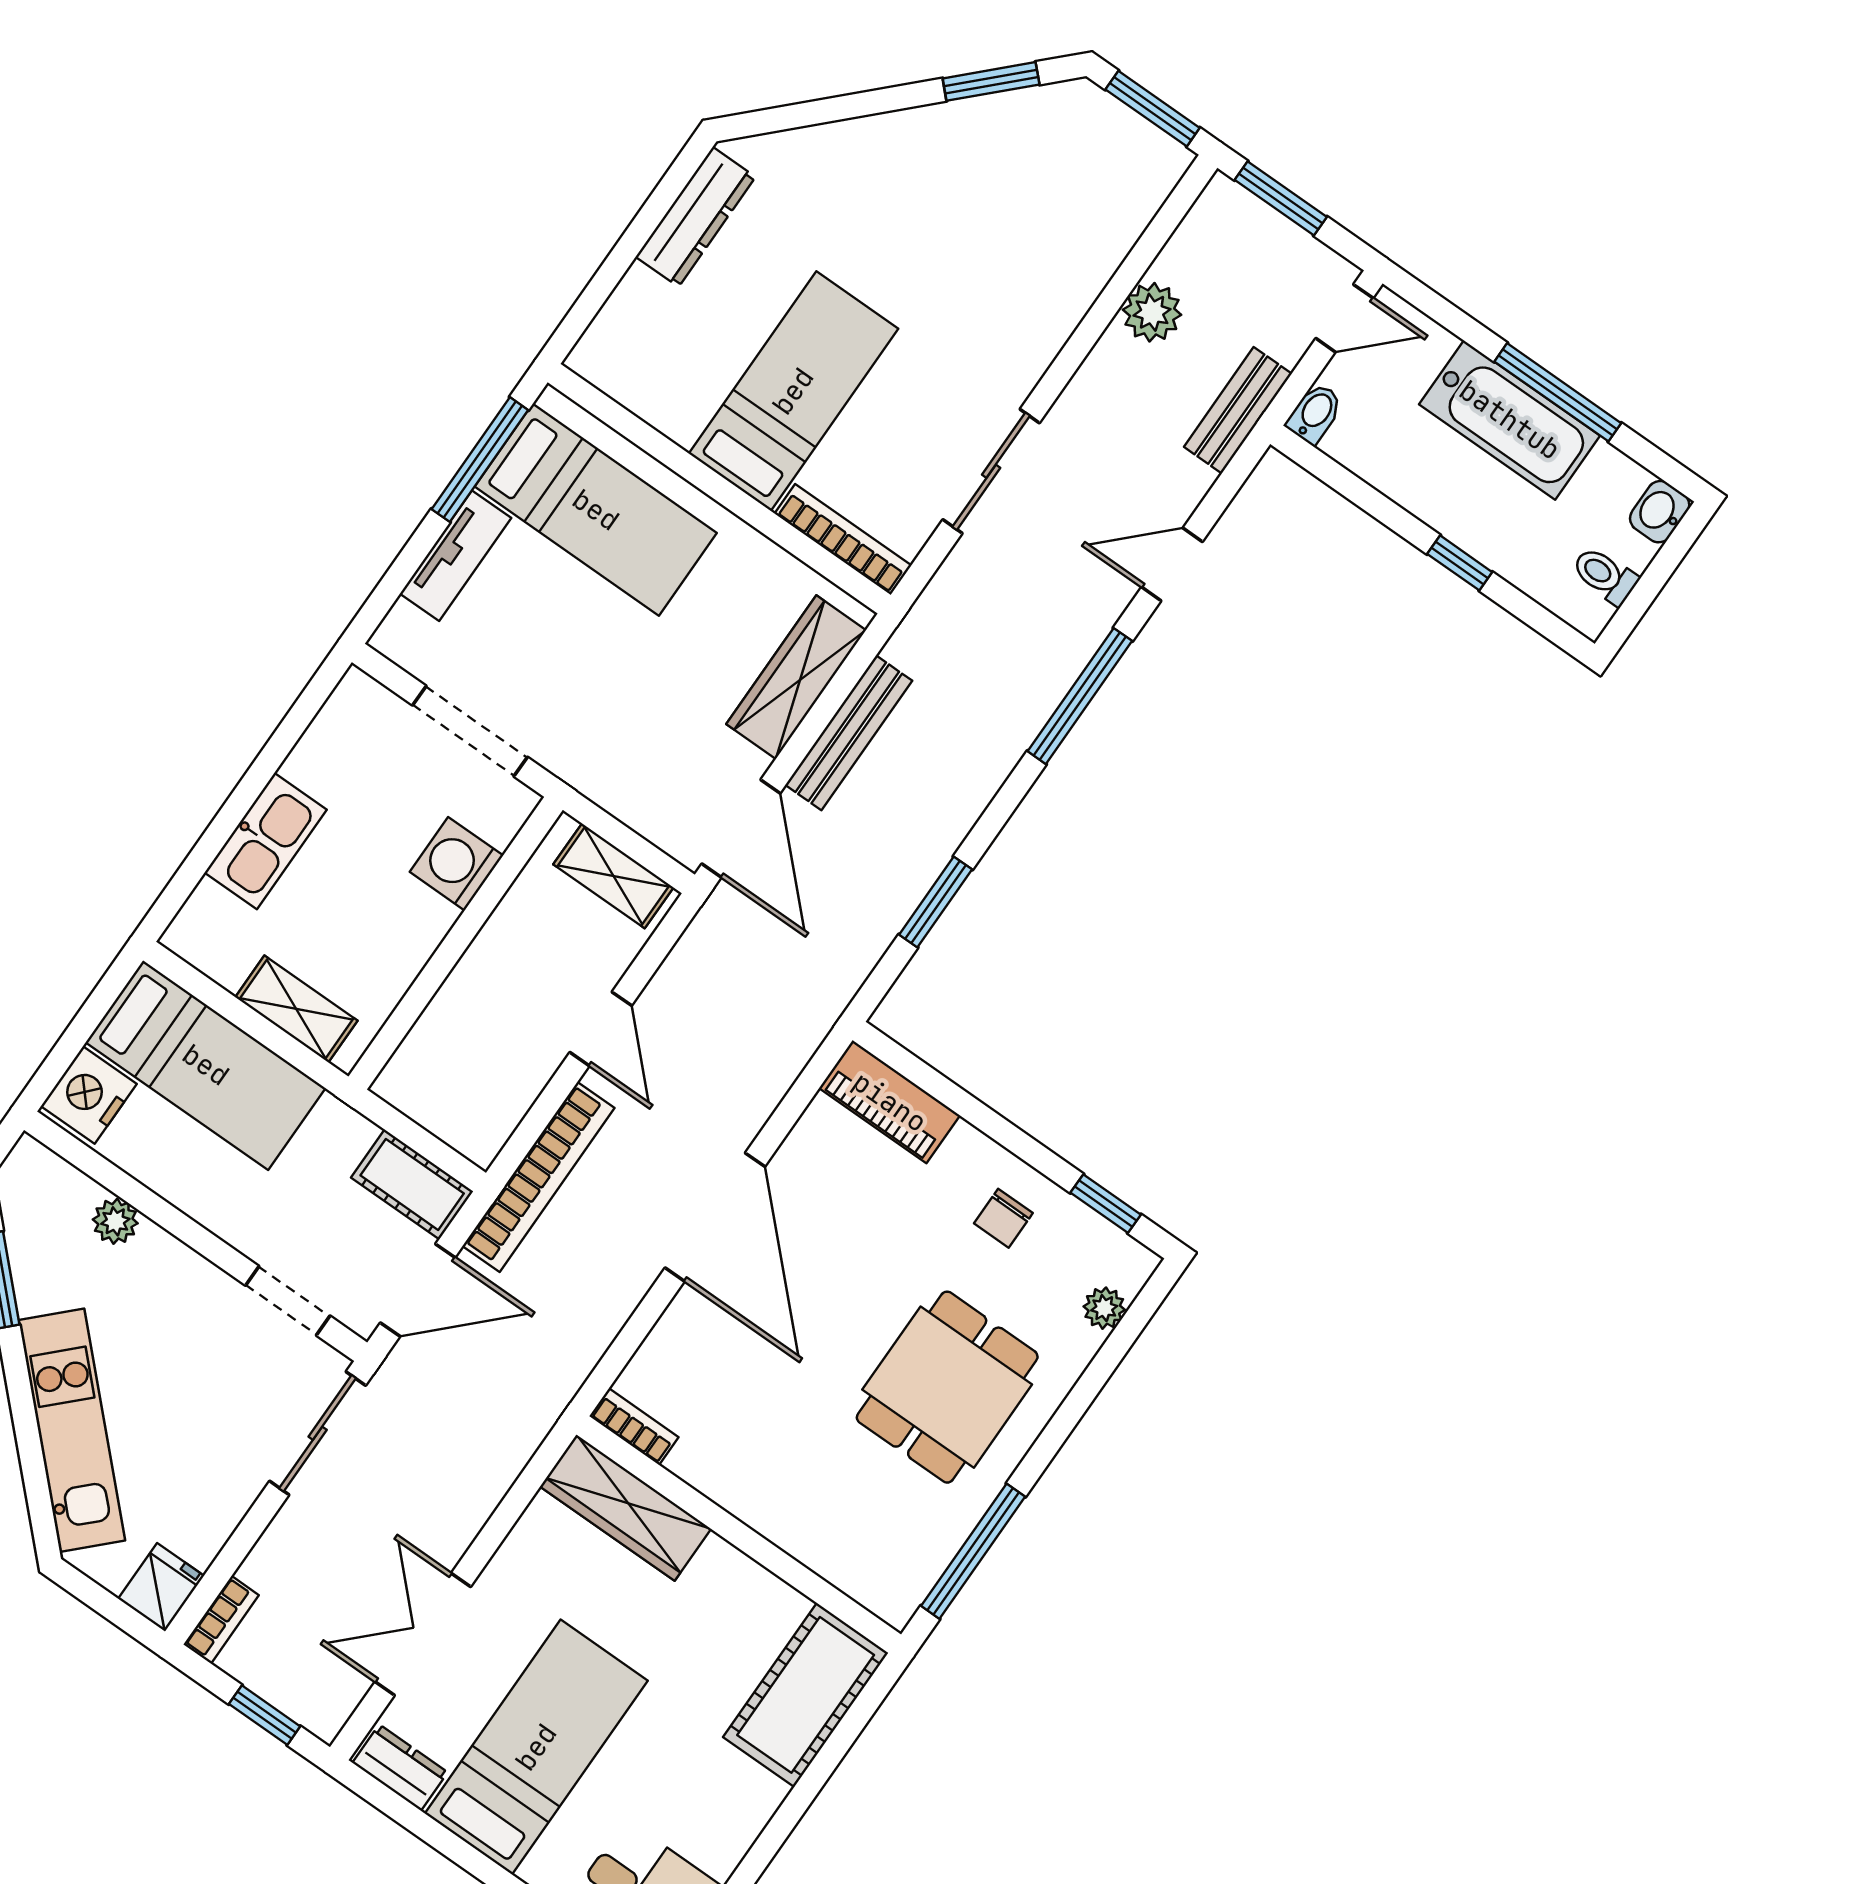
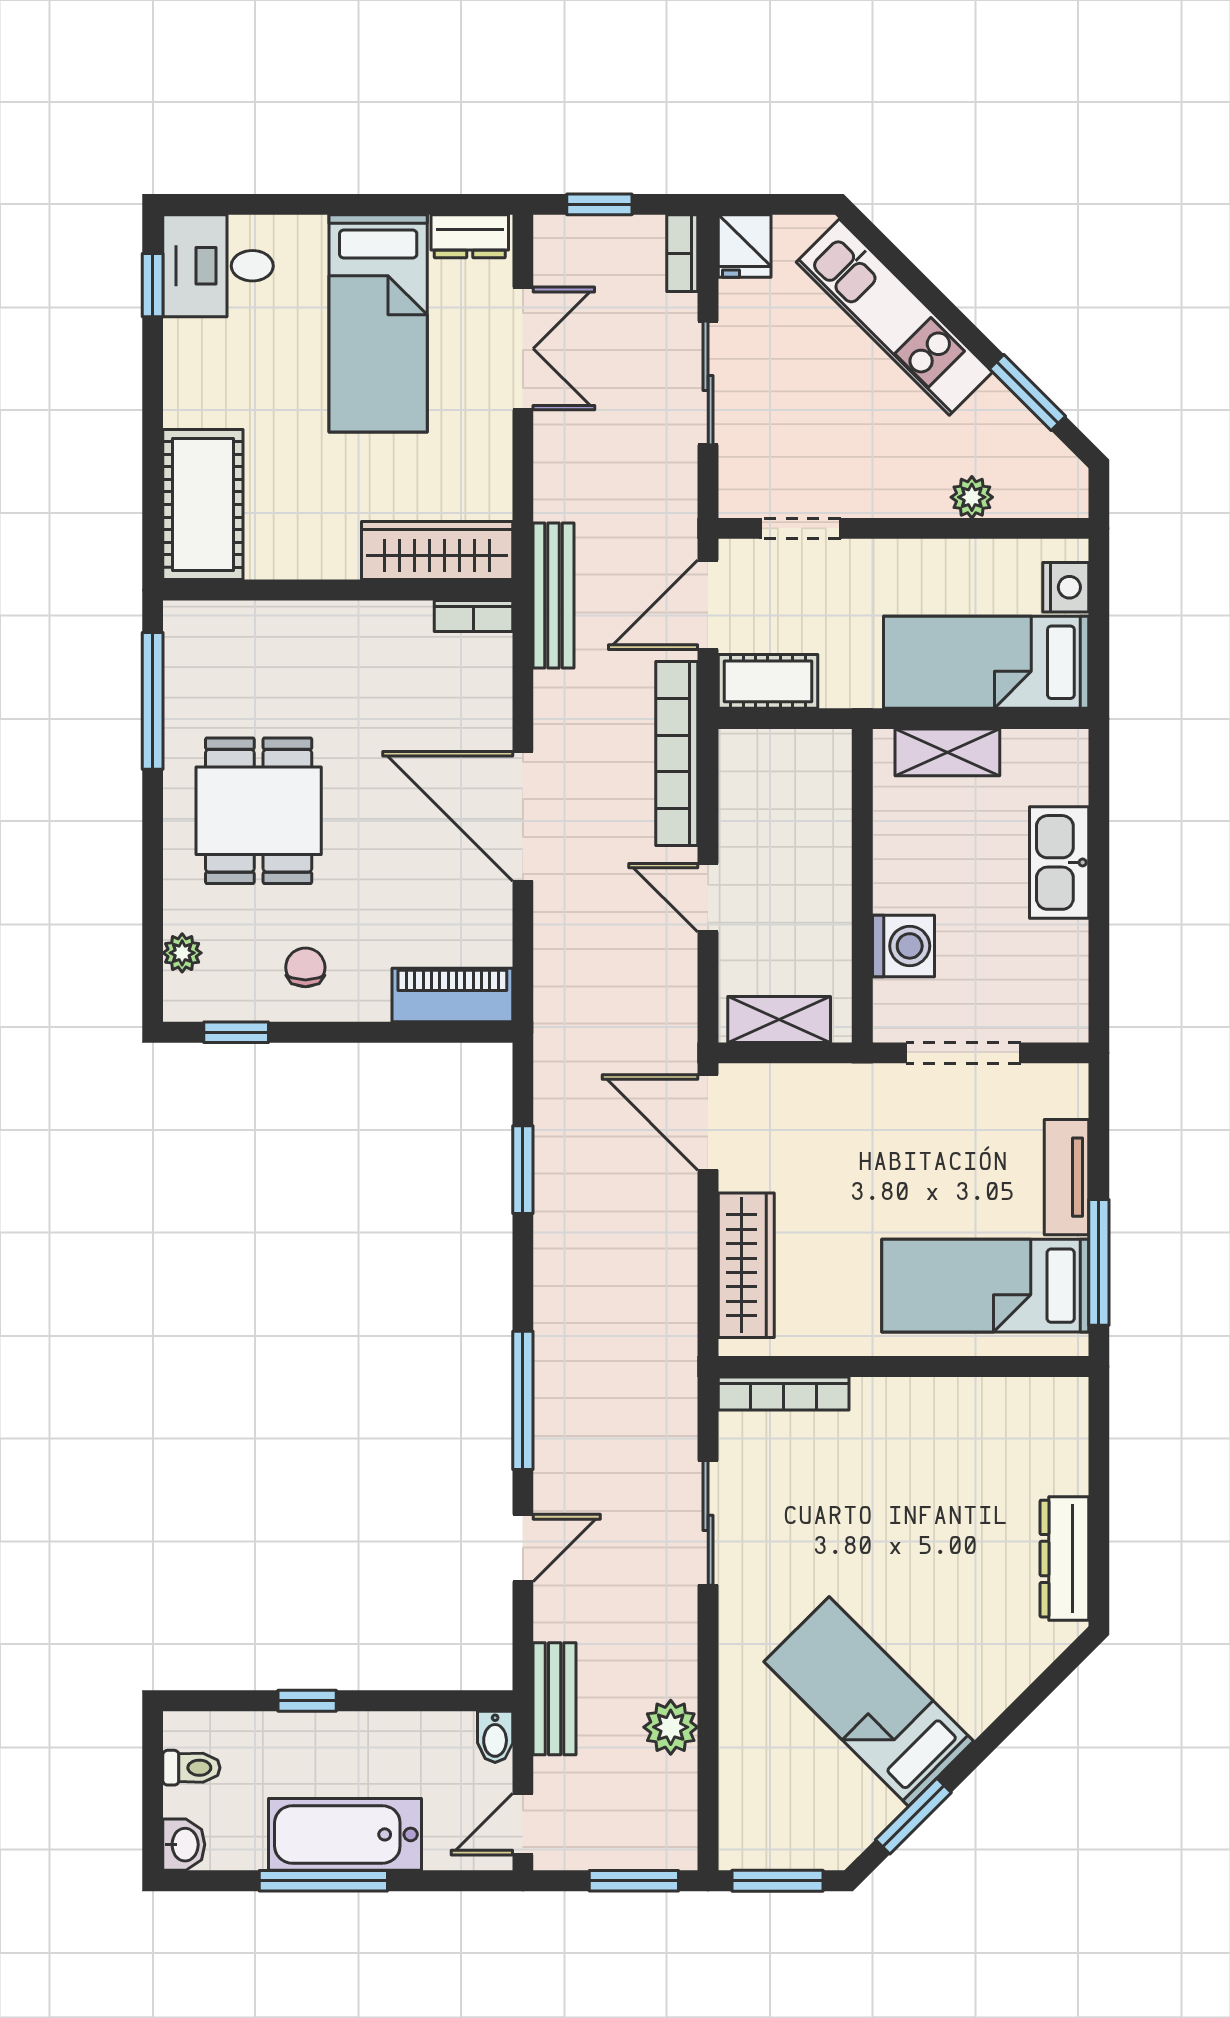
bed: (793, 391) -> (869, 1701), moved, turned 135
bench: (849, 733) -> (554, 595), moved
nightstand: (89, 1095) -> (1066, 587), width x0.74, depth x0.75
sliding door: (318, 1433) -> (708, 383), moved

